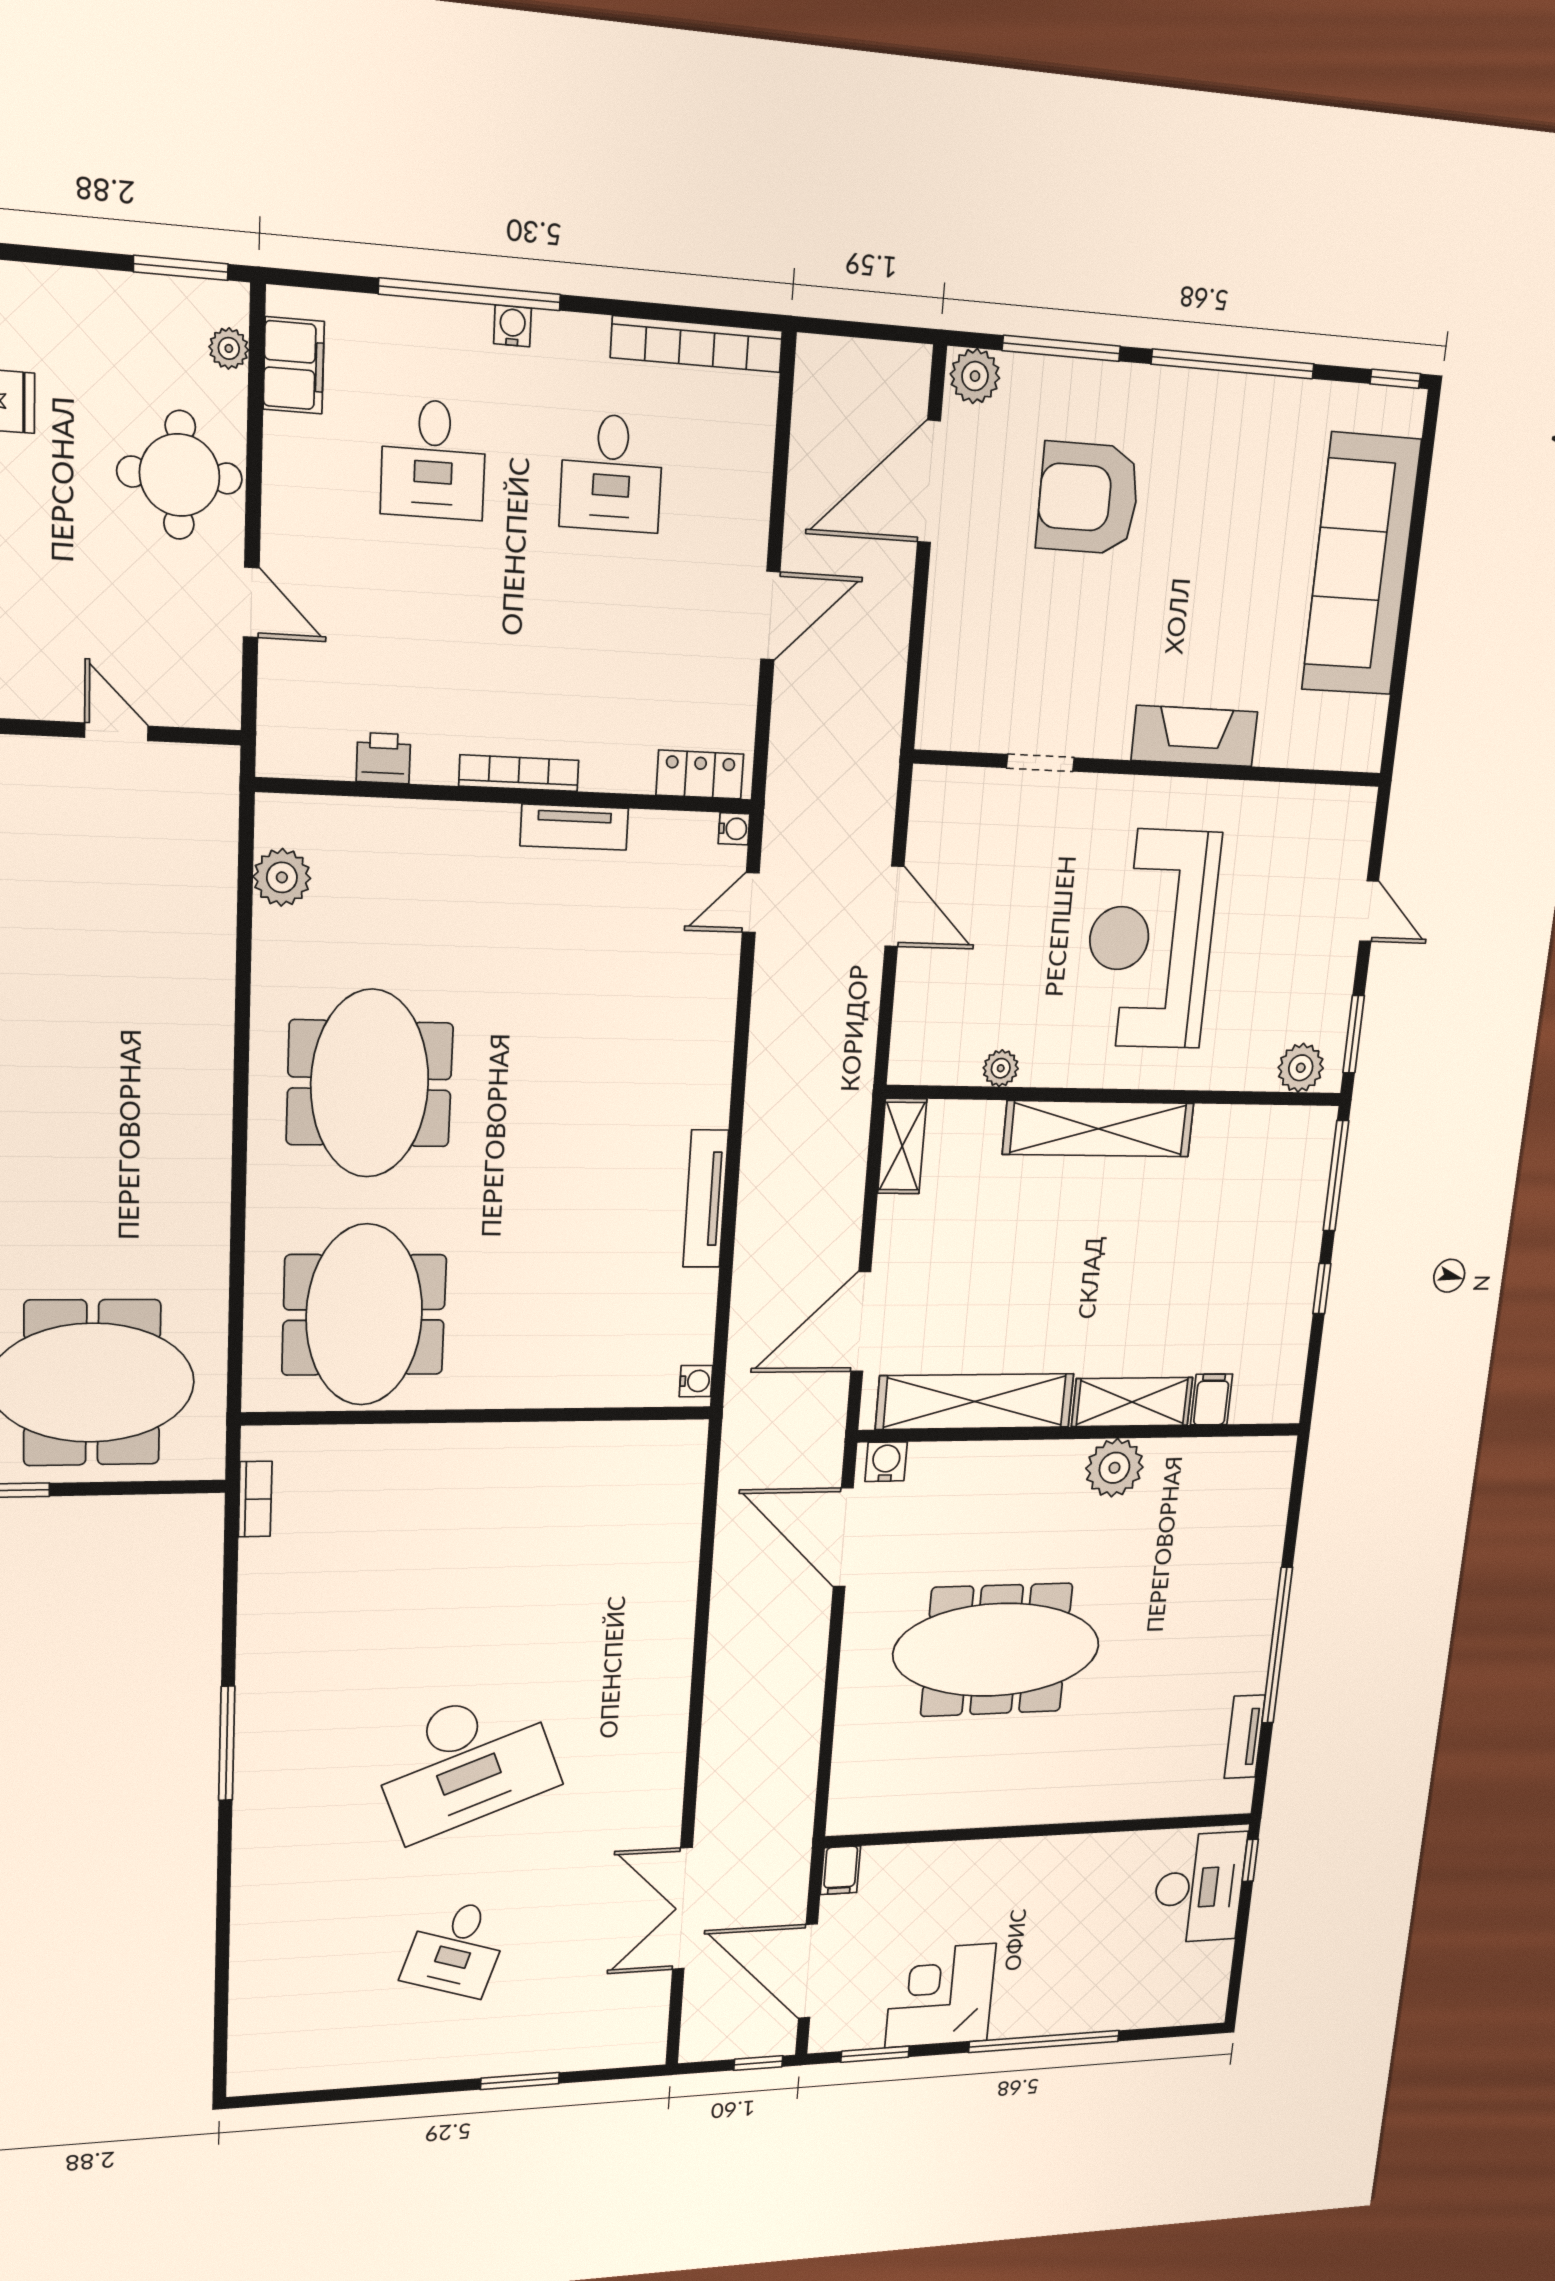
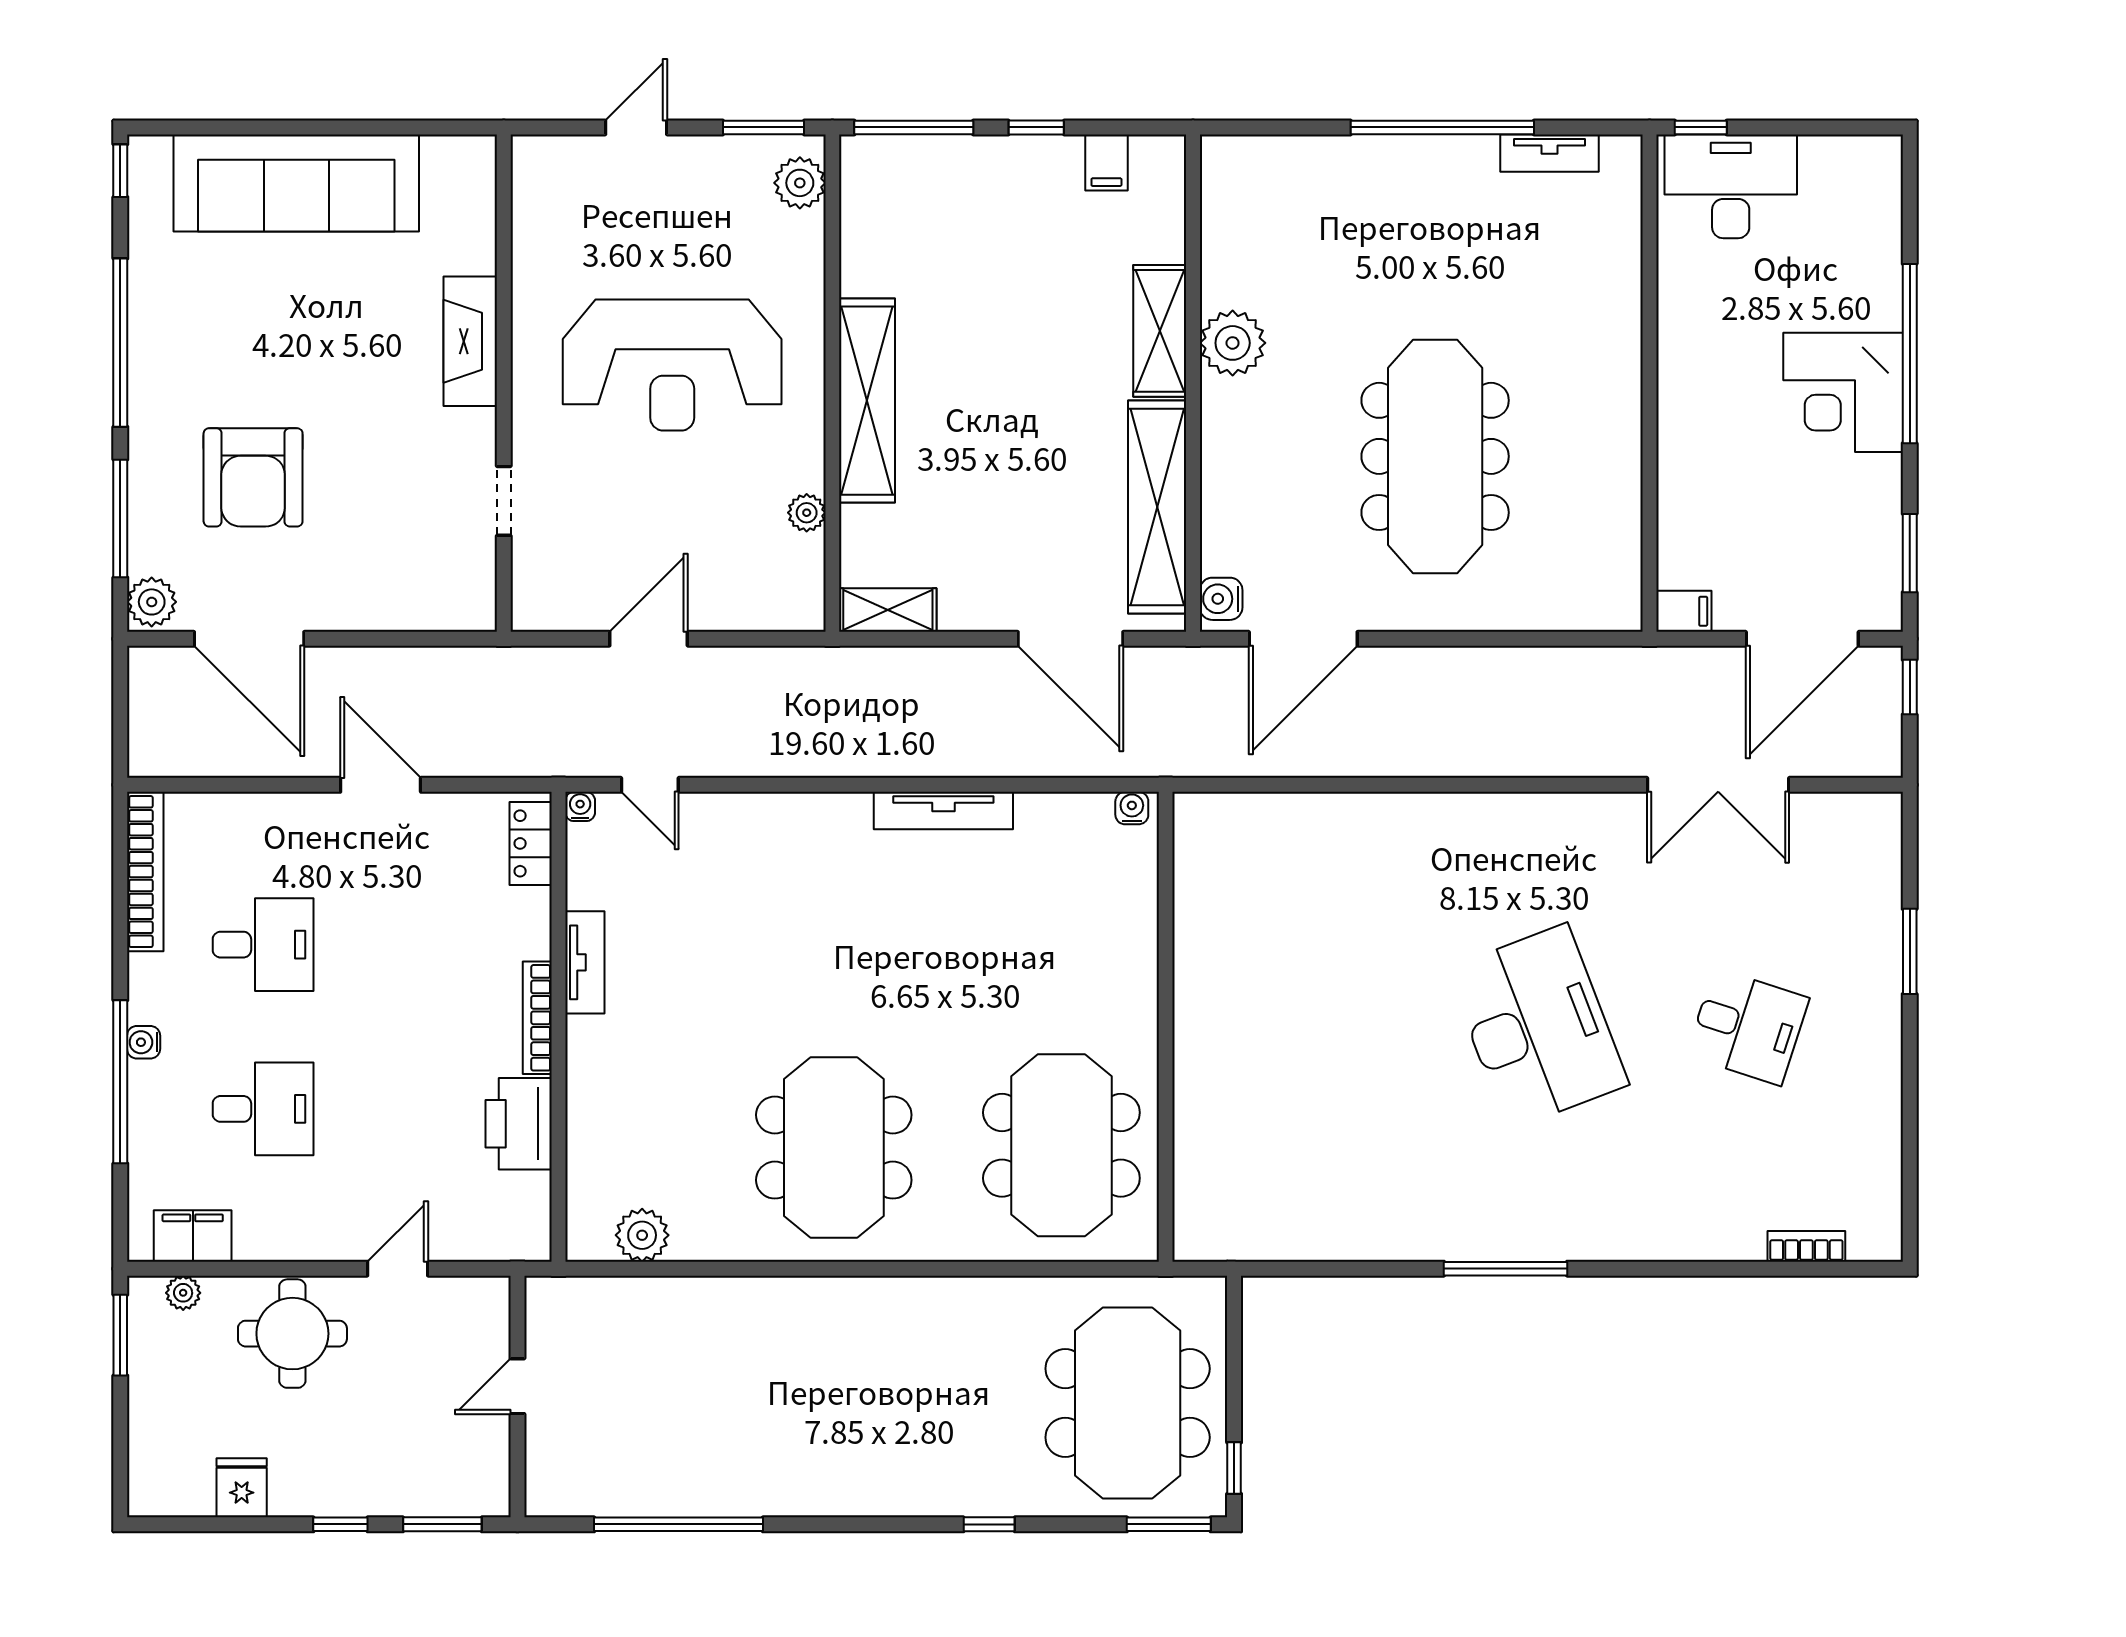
printer: (383, 758) -> (519, 1124), width x1.87, depth x1.48
meeting table: (370, 1084) -> (834, 1148), turned 90
meeting table: (364, 1315) -> (1061, 1145), turned 90
filing cabinet: (1212, 1399) -> (1106, 162), moved, turned -90
bookcase: (255, 1499) -> (1806, 1246), moved
corner desk: (940, 1996) -> (1843, 392), moved

